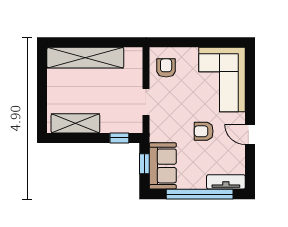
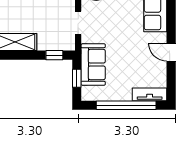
armchair: (204, 131) -> (130, 49), removed
sofa: (163, 166) -> (93, 64), moved

